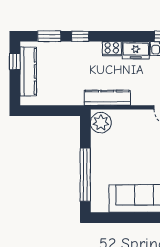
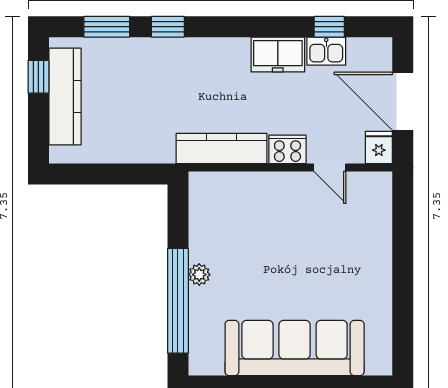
cooker: (112, 49) -> (287, 149), moved, turned 180
plant: (101, 123) -> (199, 275), moved, width x0.53, depth x0.53

